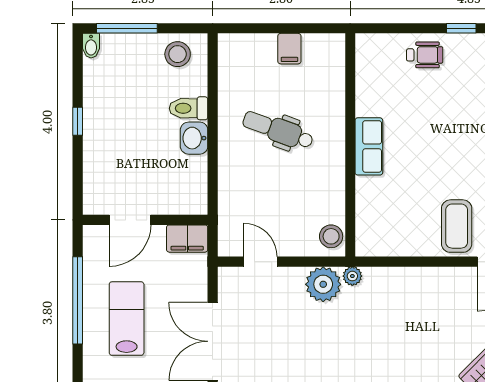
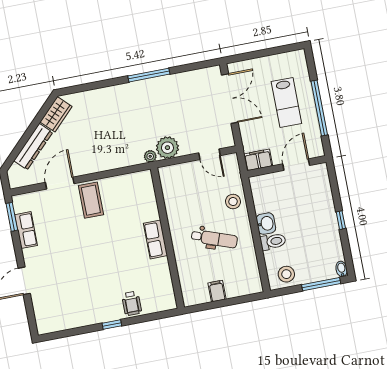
wheelchair: (425, 55) -> (132, 303), turned -90
stool: (331, 236) -> (233, 202), moved

